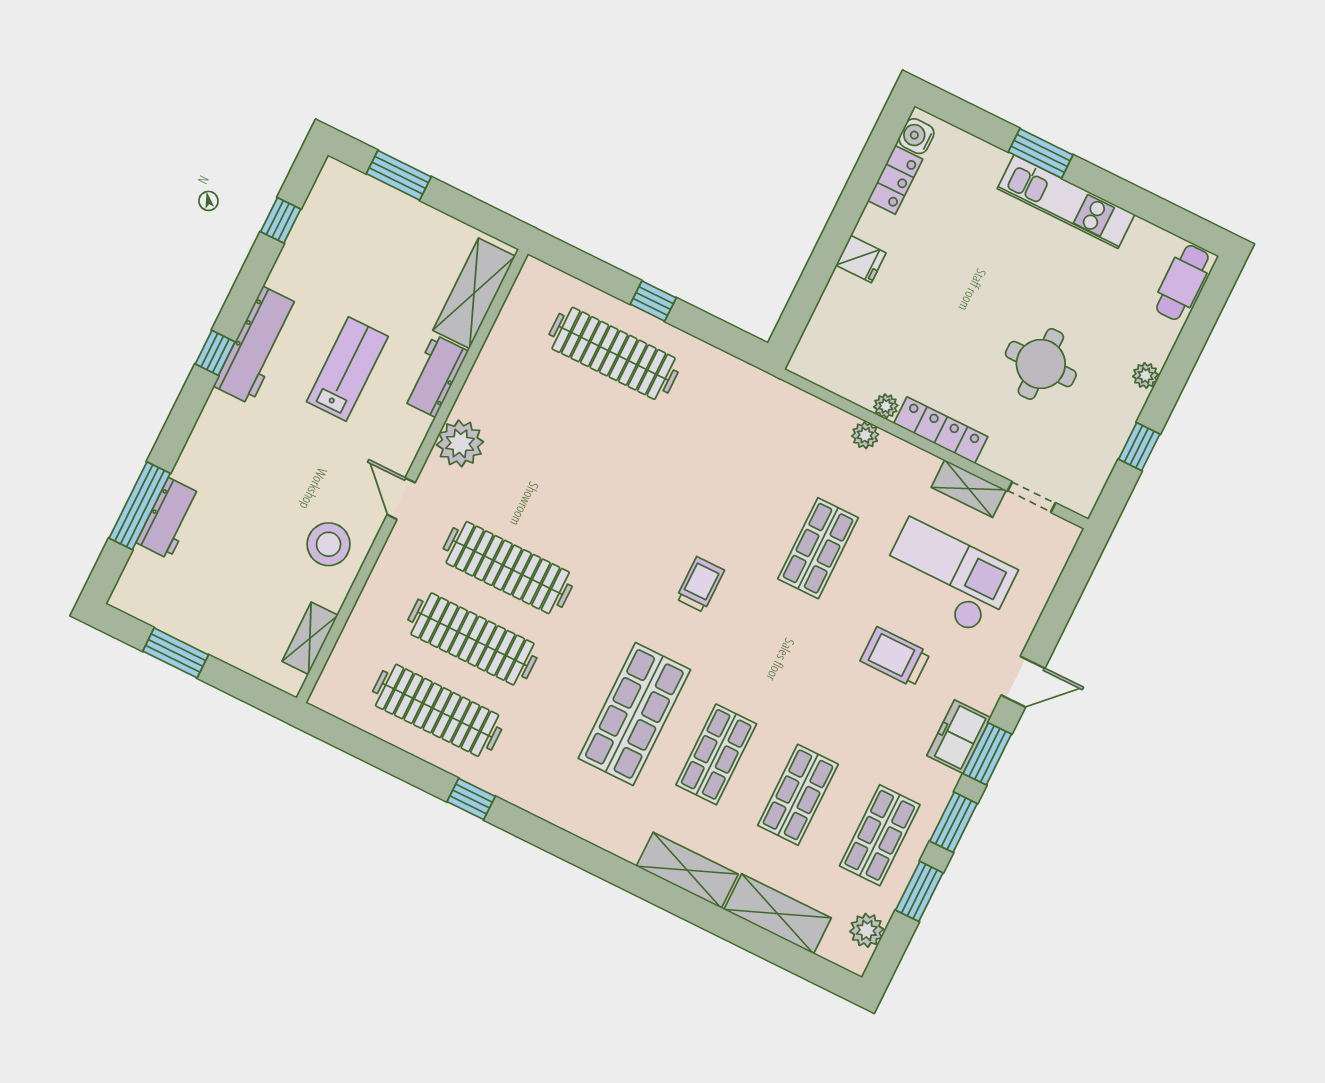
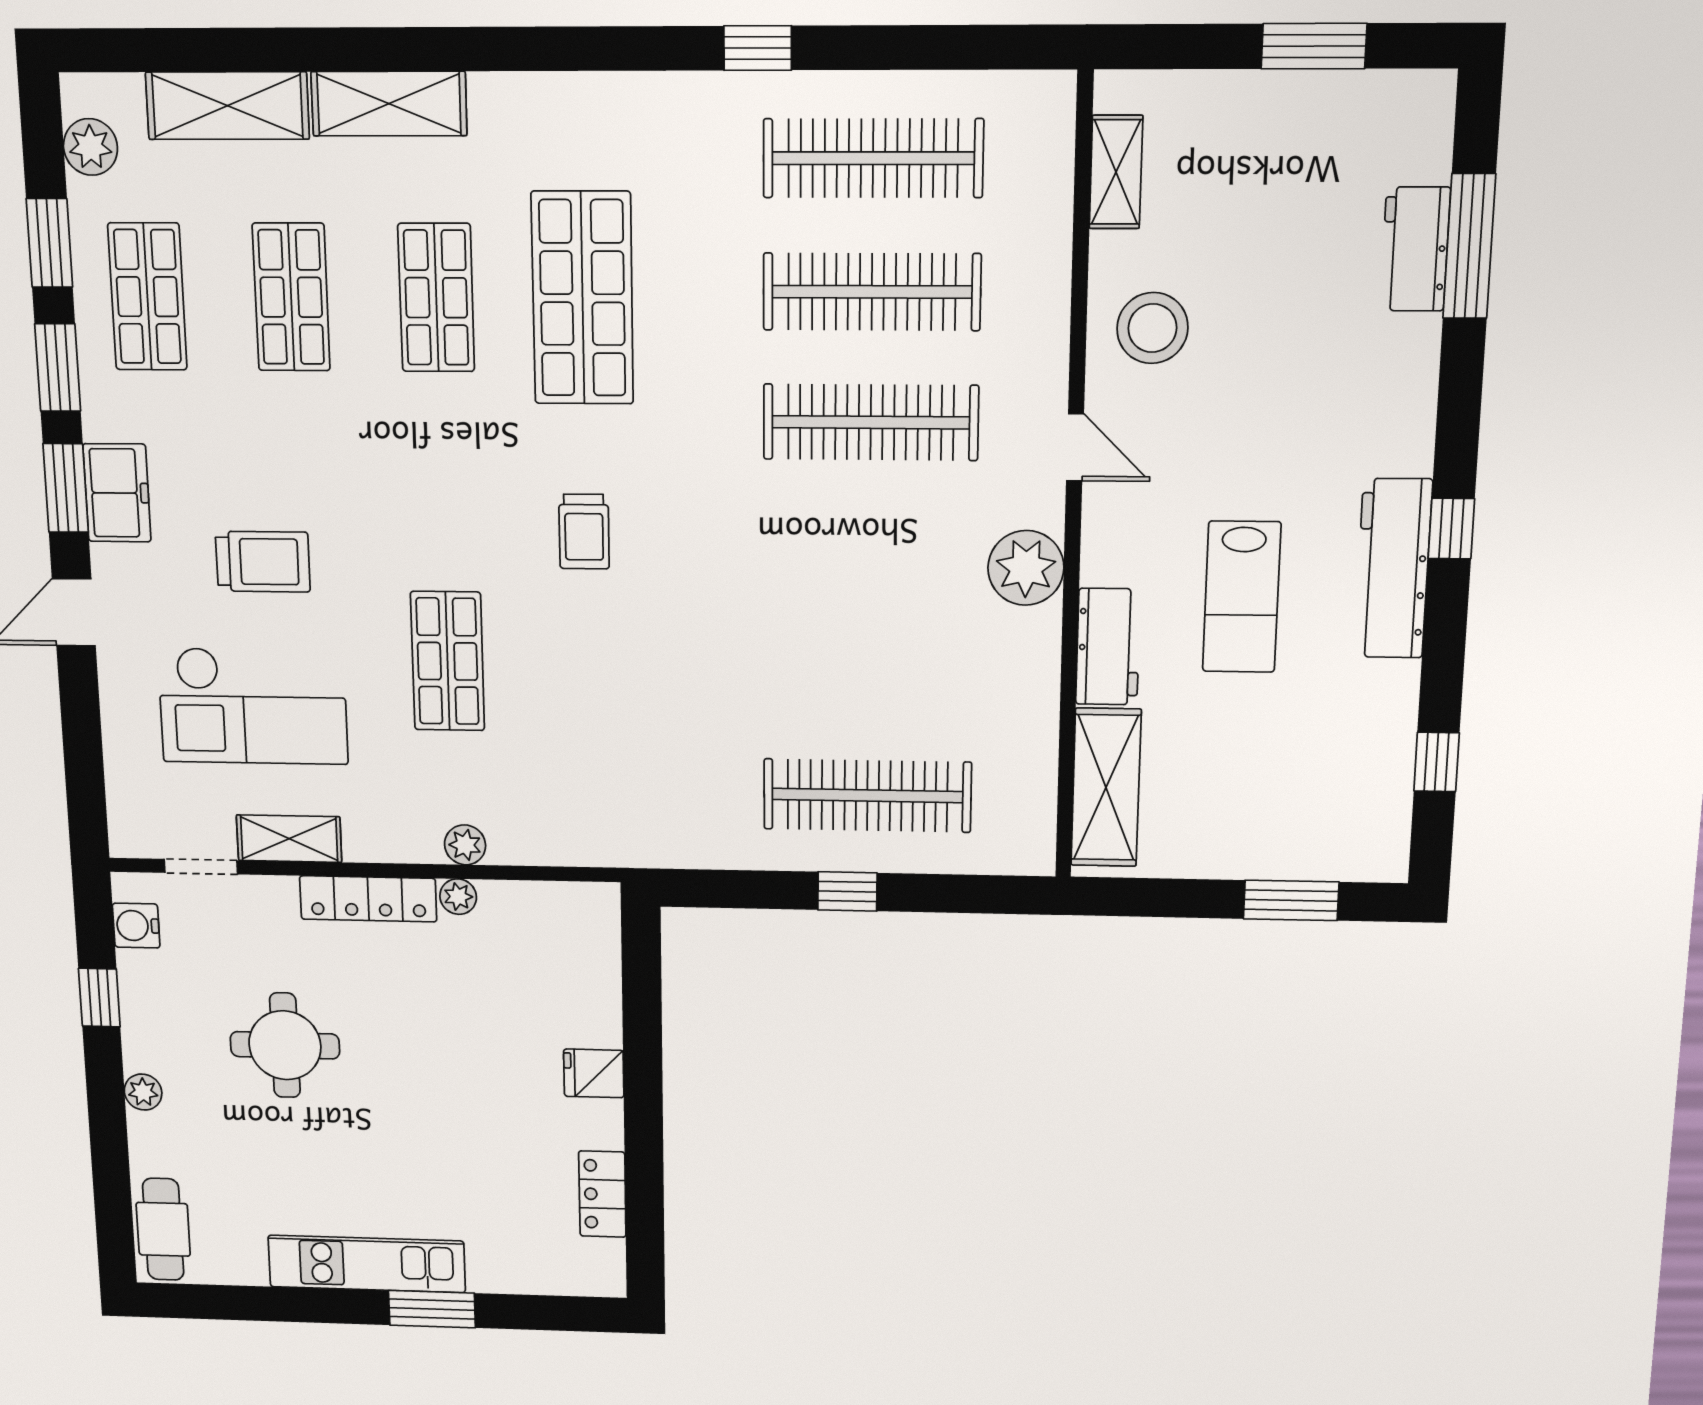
water cooler: (916, 136) -> (136, 926), moved, turned 180

